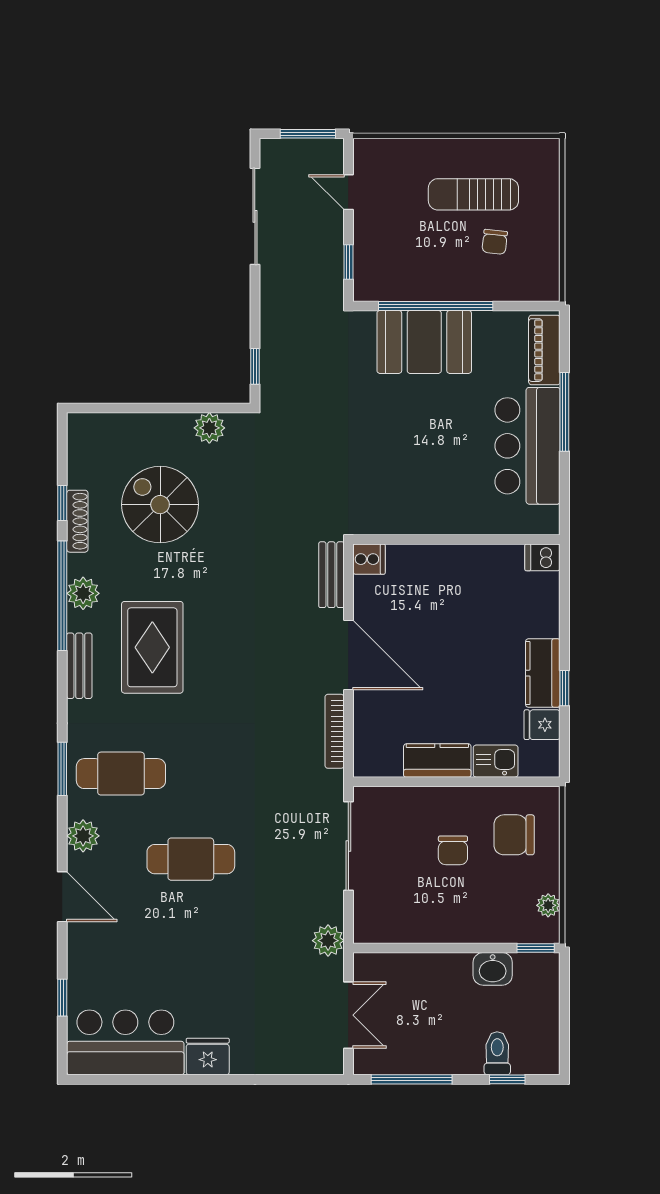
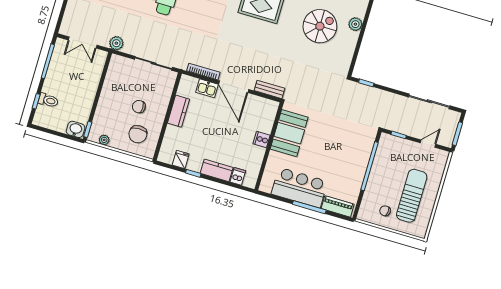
sun lounger: (473, 194) -> (412, 196), width x1.36, depth x1.34
chair: (495, 242) -> (385, 211), moved
booth: (424, 342) -> (289, 133), moved
plant: (209, 428) -> (355, 24), moved
dishwasher: (542, 557) -> (238, 176), moved
cooker: (369, 559) -> (262, 139), moved, turned 90
door: (348, 655) -> (234, 87), hinge flipped
kitchen counter: (543, 673) -> (217, 170), moved
kitchen sink: (496, 761) -> (207, 88), moved, turned 90
chair: (514, 835) -> (138, 134), turned 180
washbasin: (493, 969) -> (76, 129), moved, turned 90

